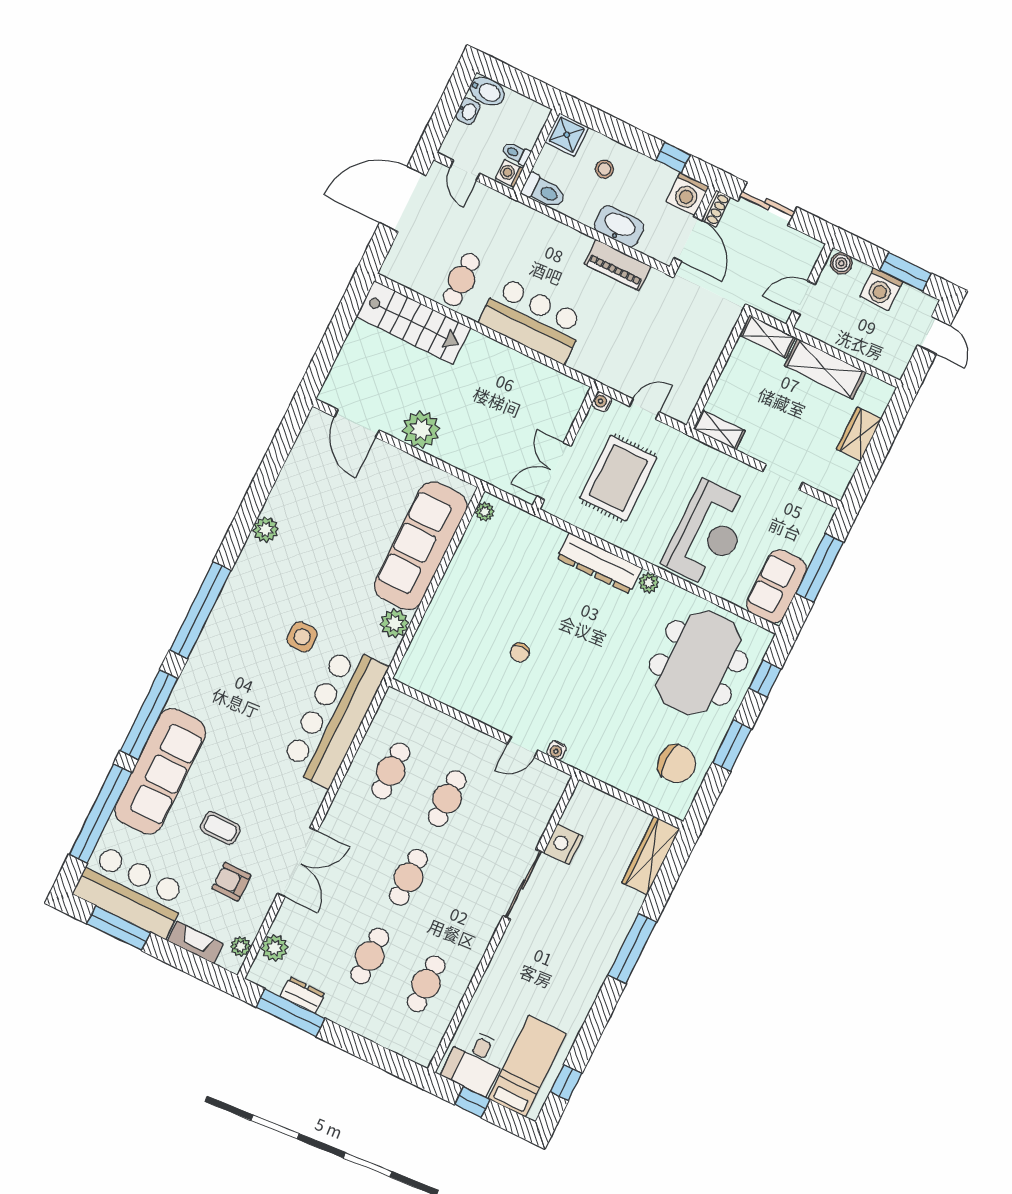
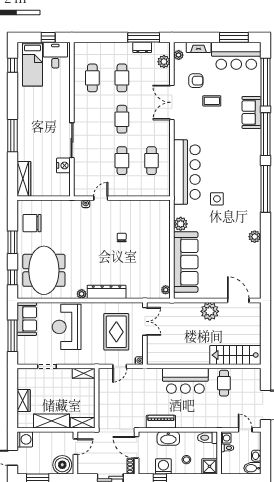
washing machine: (688, 194) -> (163, 466), moved
boiler: (841, 263) -> (62, 465), width x1.86, depth x1.86
washing machine: (881, 289) -> (25, 439), moved, turned 90
sofa: (160, 771) -> (252, 112), width x0.54, depth x0.79

